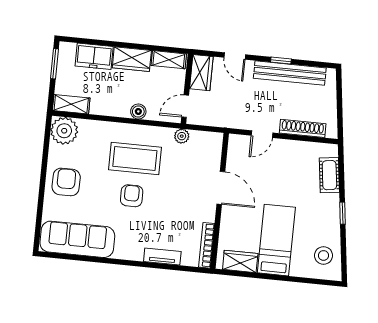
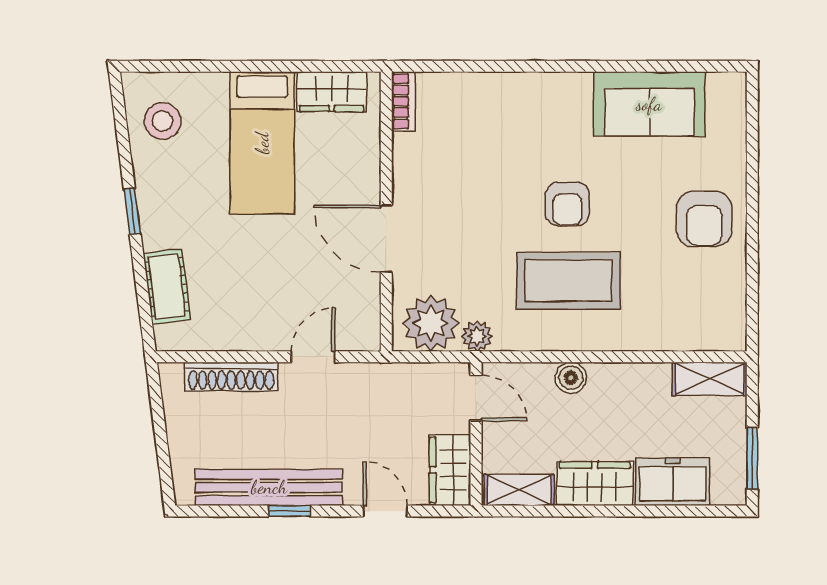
door: (185, 106) -> (476, 398), hinge flipped
plant: (64, 131) -> (431, 323), moved
sofa: (77, 239) -> (649, 104), width x0.73
bookcase: (207, 245) -> (404, 101), width x0.64
tv unit: (162, 257) -> (492, 86), removed

